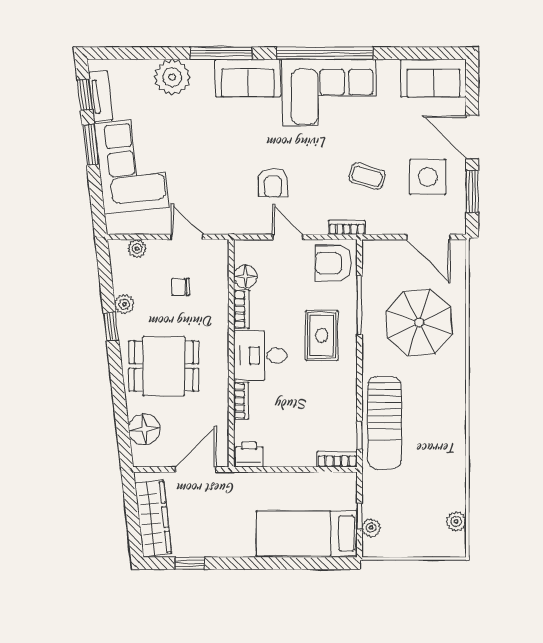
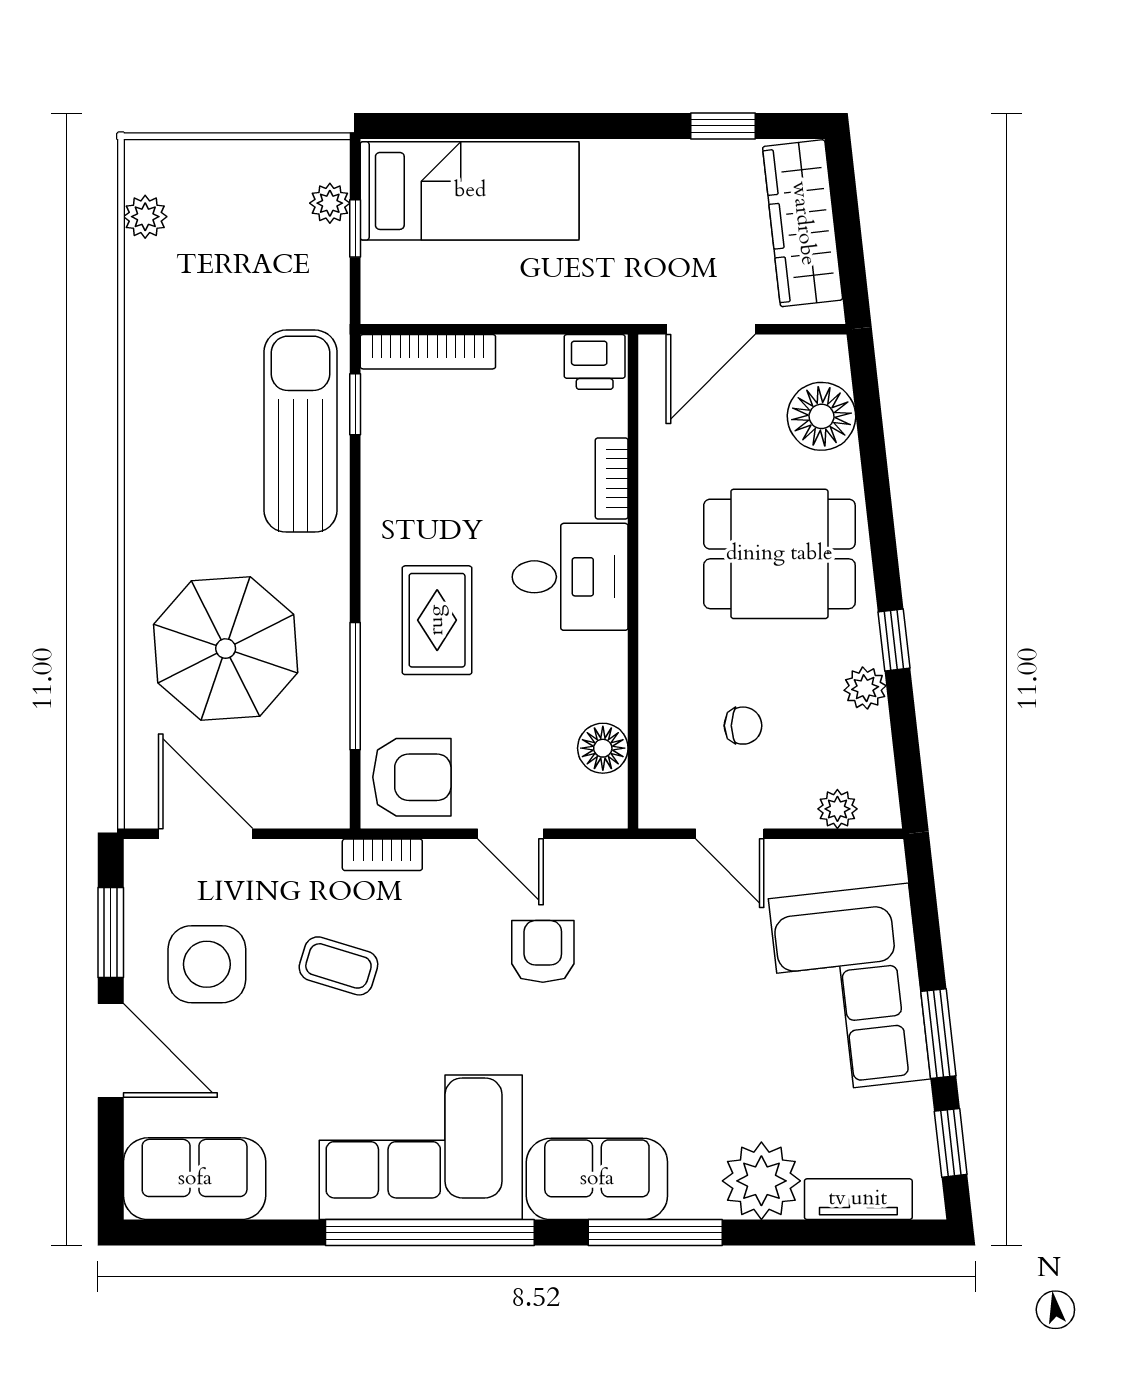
tv unit: (101, 96) -> (858, 1199), moved, turned 96
bookcase: (241, 309) -> (611, 677), removed
bookcase: (337, 459) -> (428, 352), width x1.56

